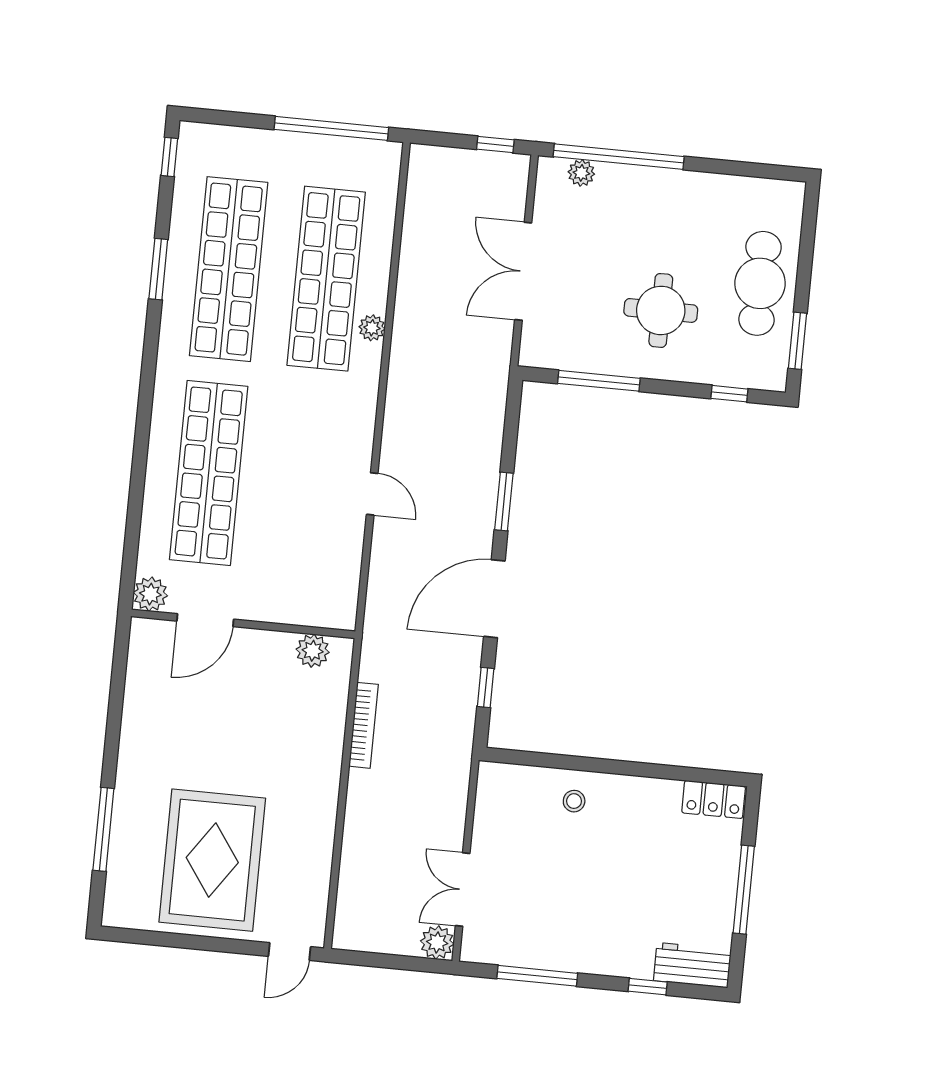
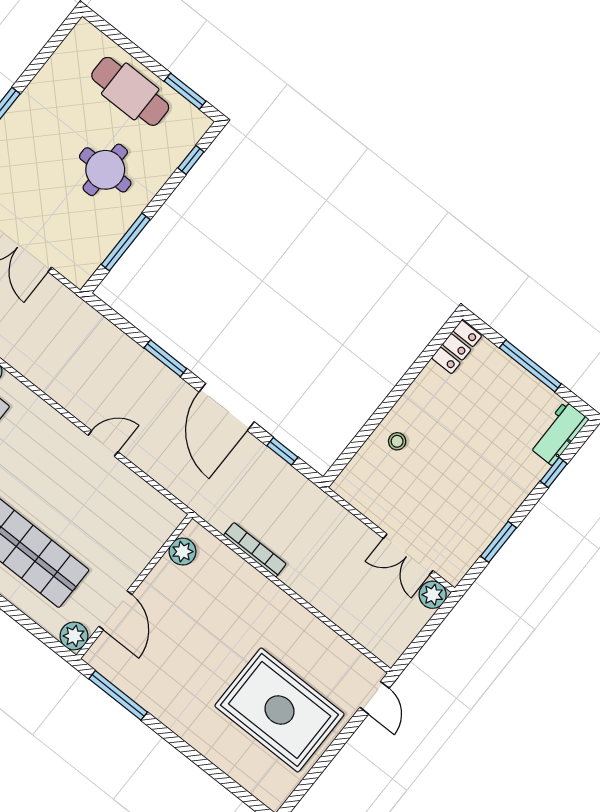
window: (103, 829) -> (118, 695), moved
window: (537, 976) -> (498, 542), width x0.69

